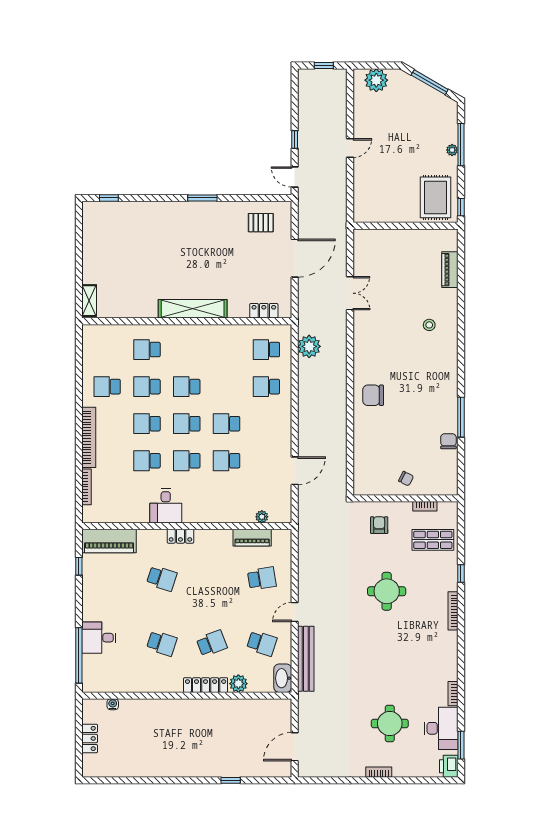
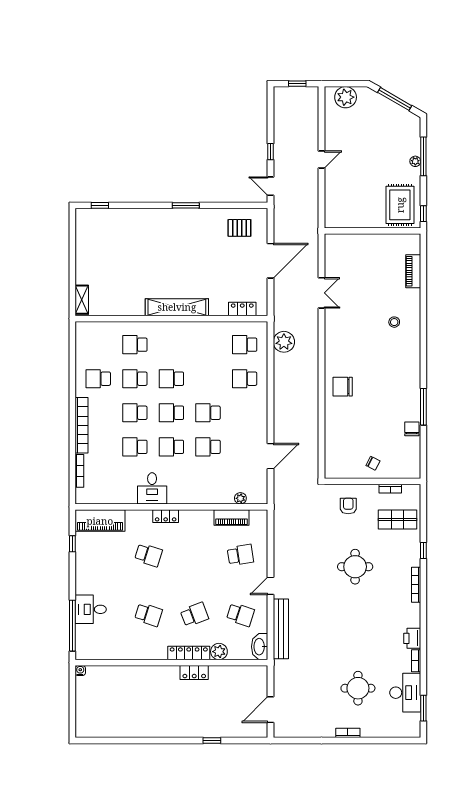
water cooler: (113, 704) -> (80, 671), moved
locker: (90, 738) -> (194, 673), moved, turned 90
printer: (449, 766) -> (412, 638), moved

